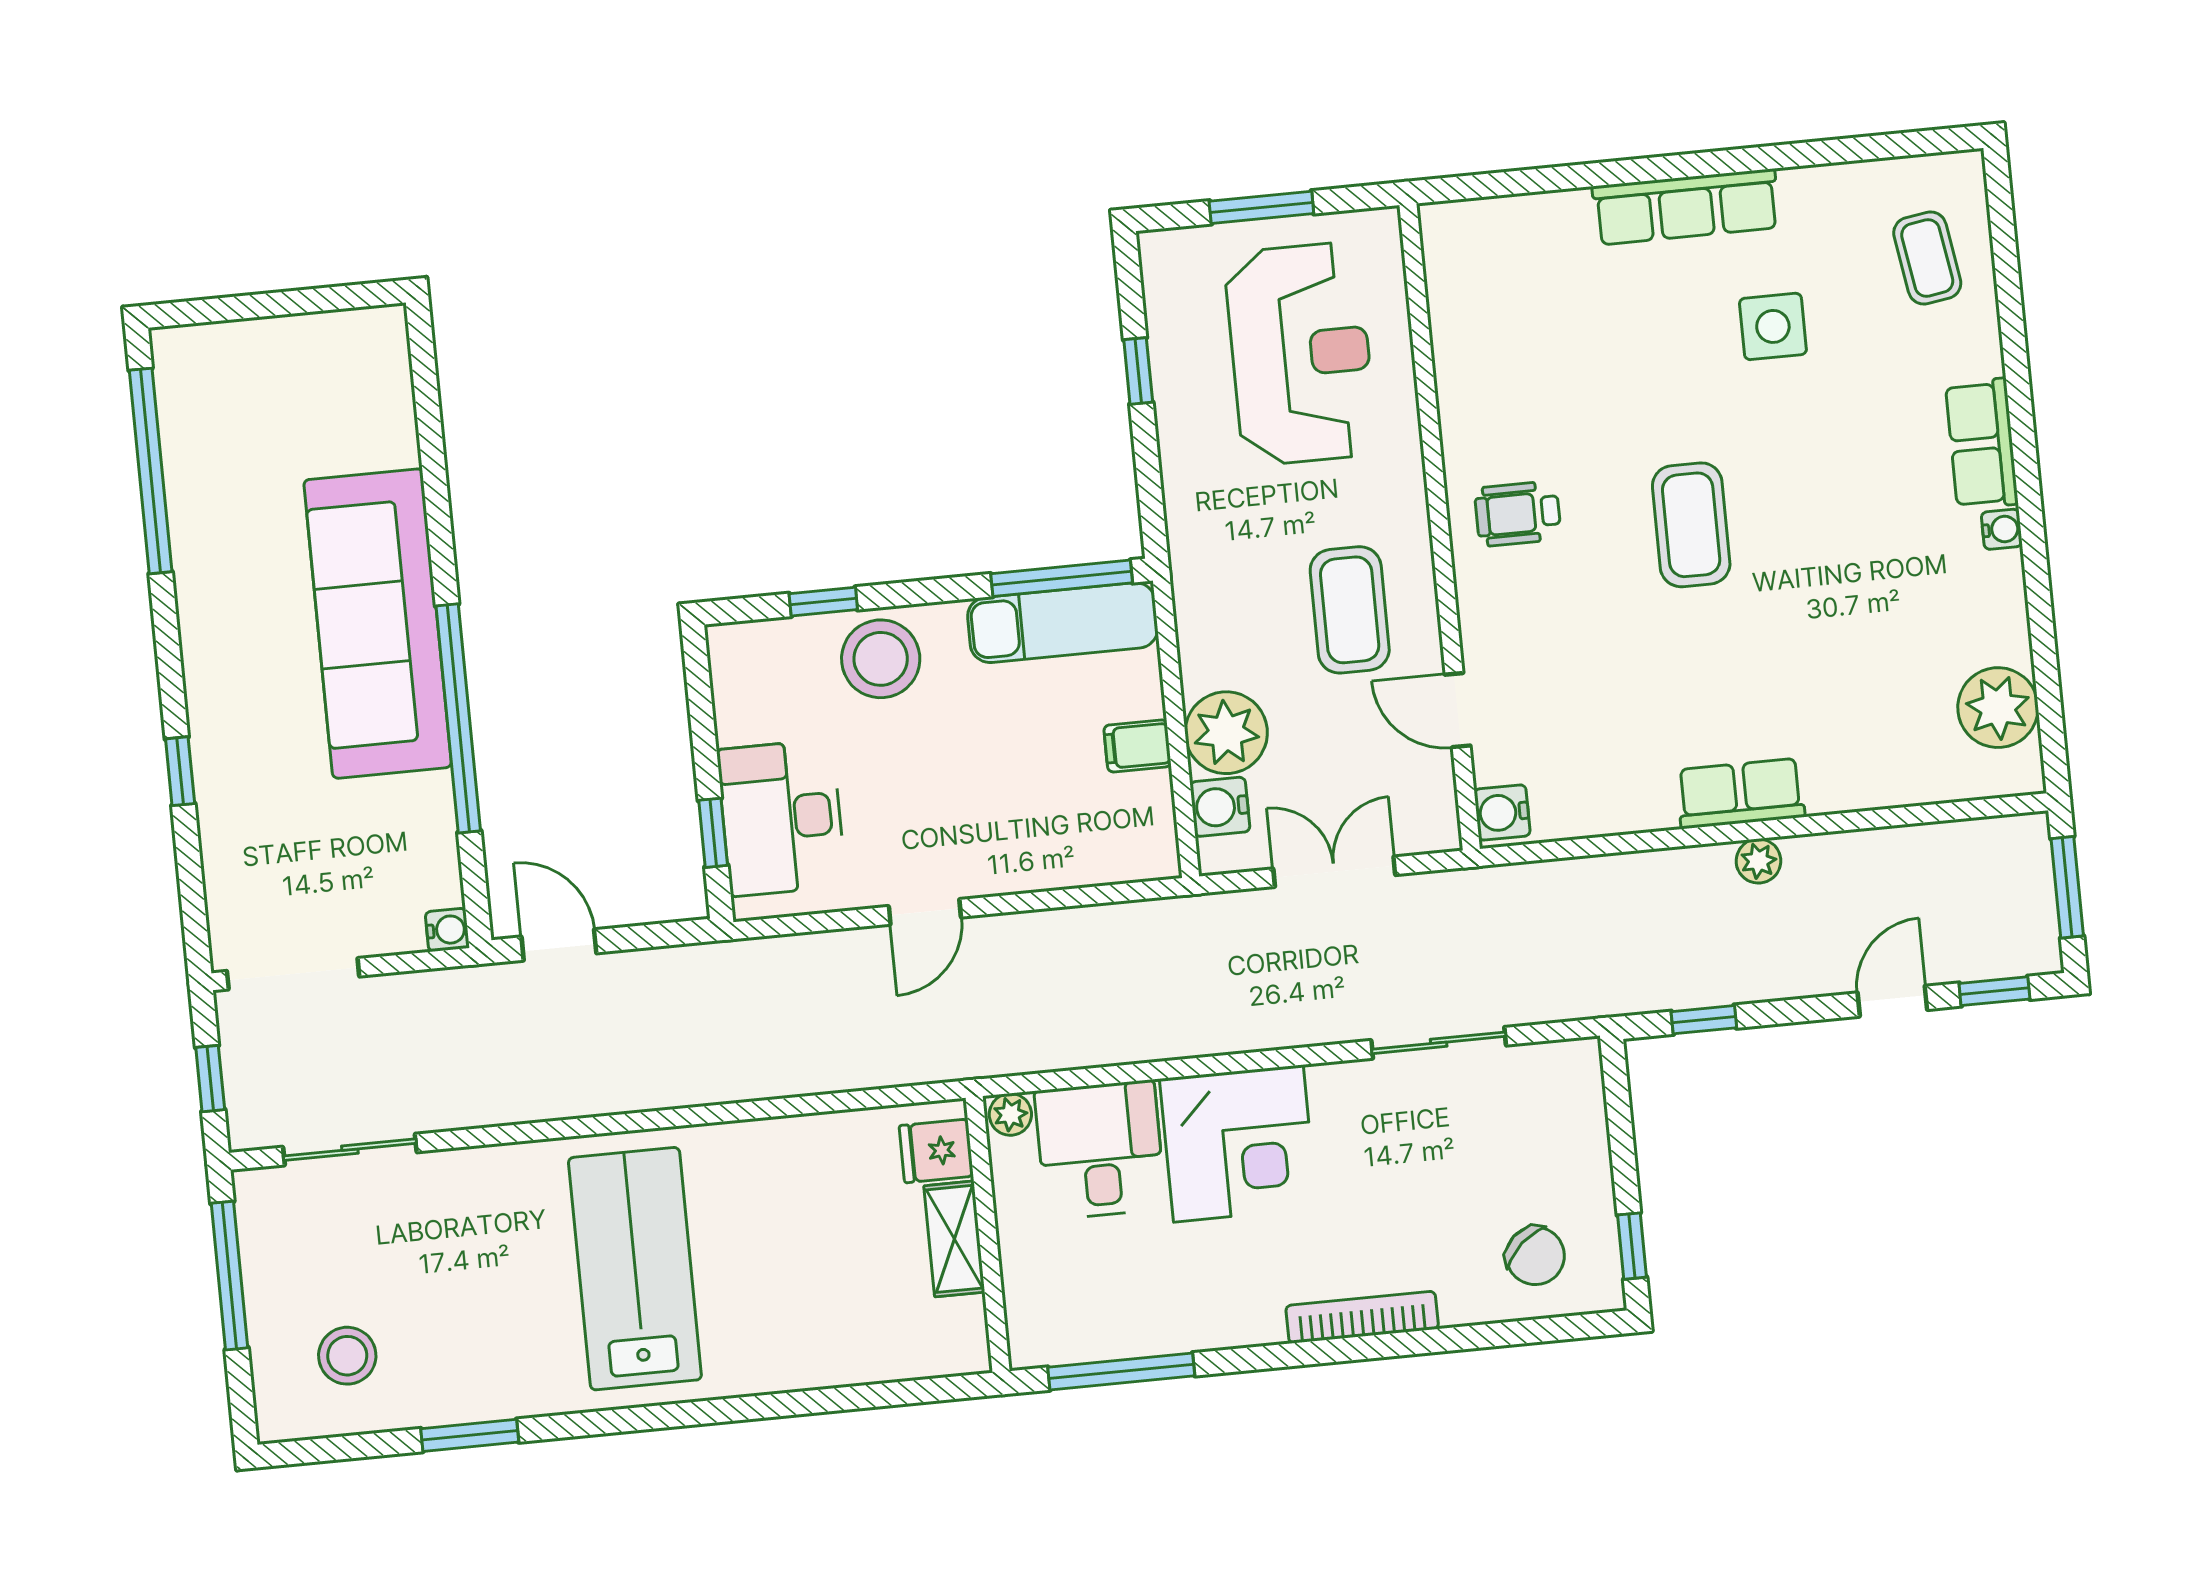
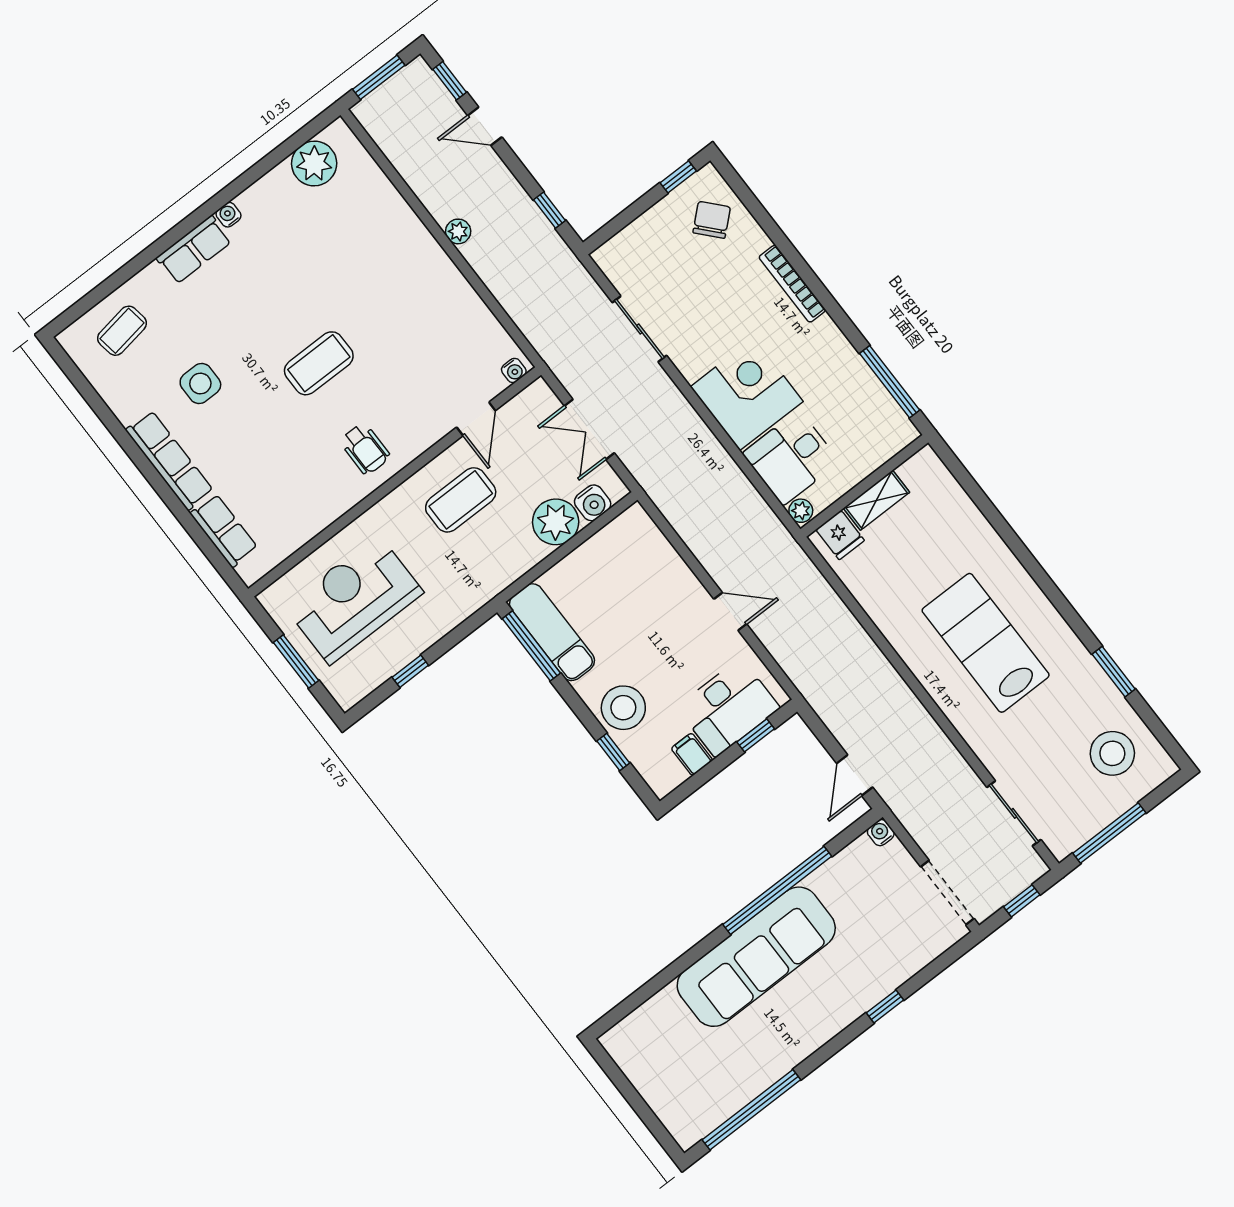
filing cabinet: (1137, 746) -> (692, 754), moved, turned 180
row of seats: (1740, 793) -> (224, 531), moved, turned 180
water cooler: (1502, 813) -> (514, 371), width x0.72, depth x0.72
lab bench: (635, 1269) -> (986, 643), turned 90
stool: (347, 1356) -> (1112, 753), width x1.38, depth x1.38

